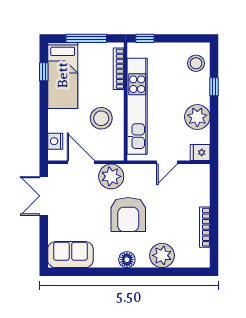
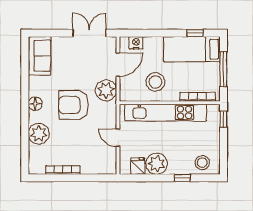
fridge: (200, 153) -> (138, 166), moved

